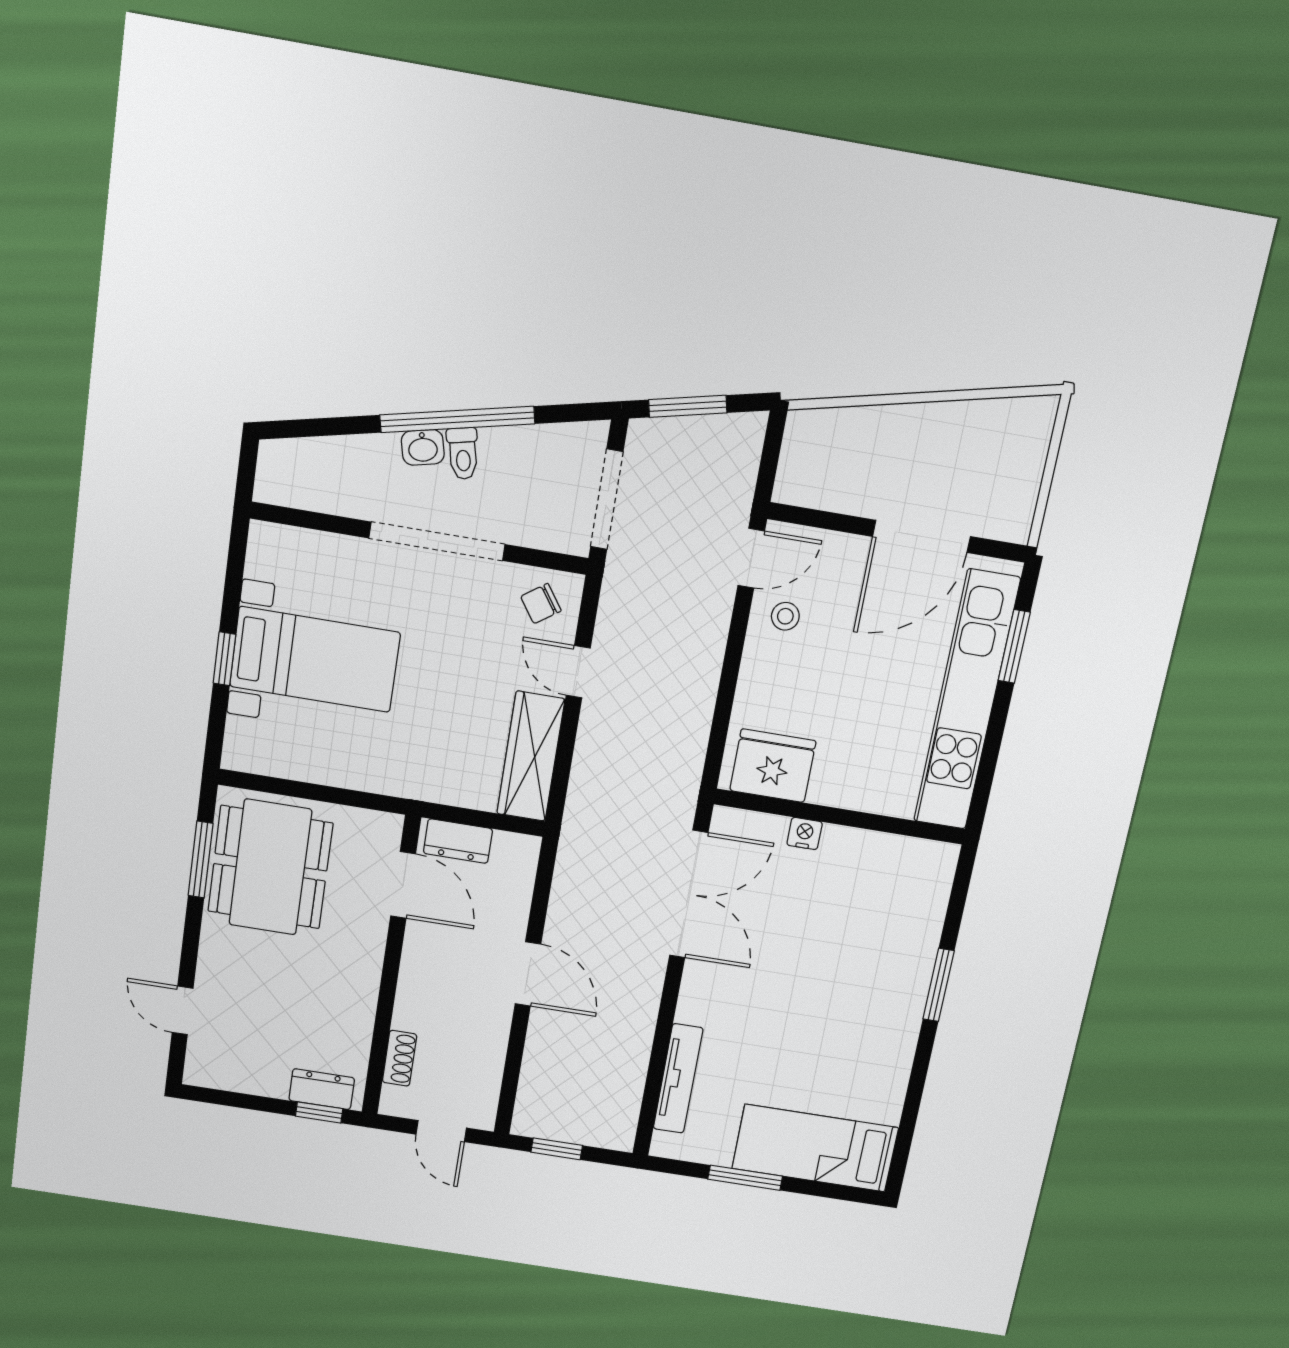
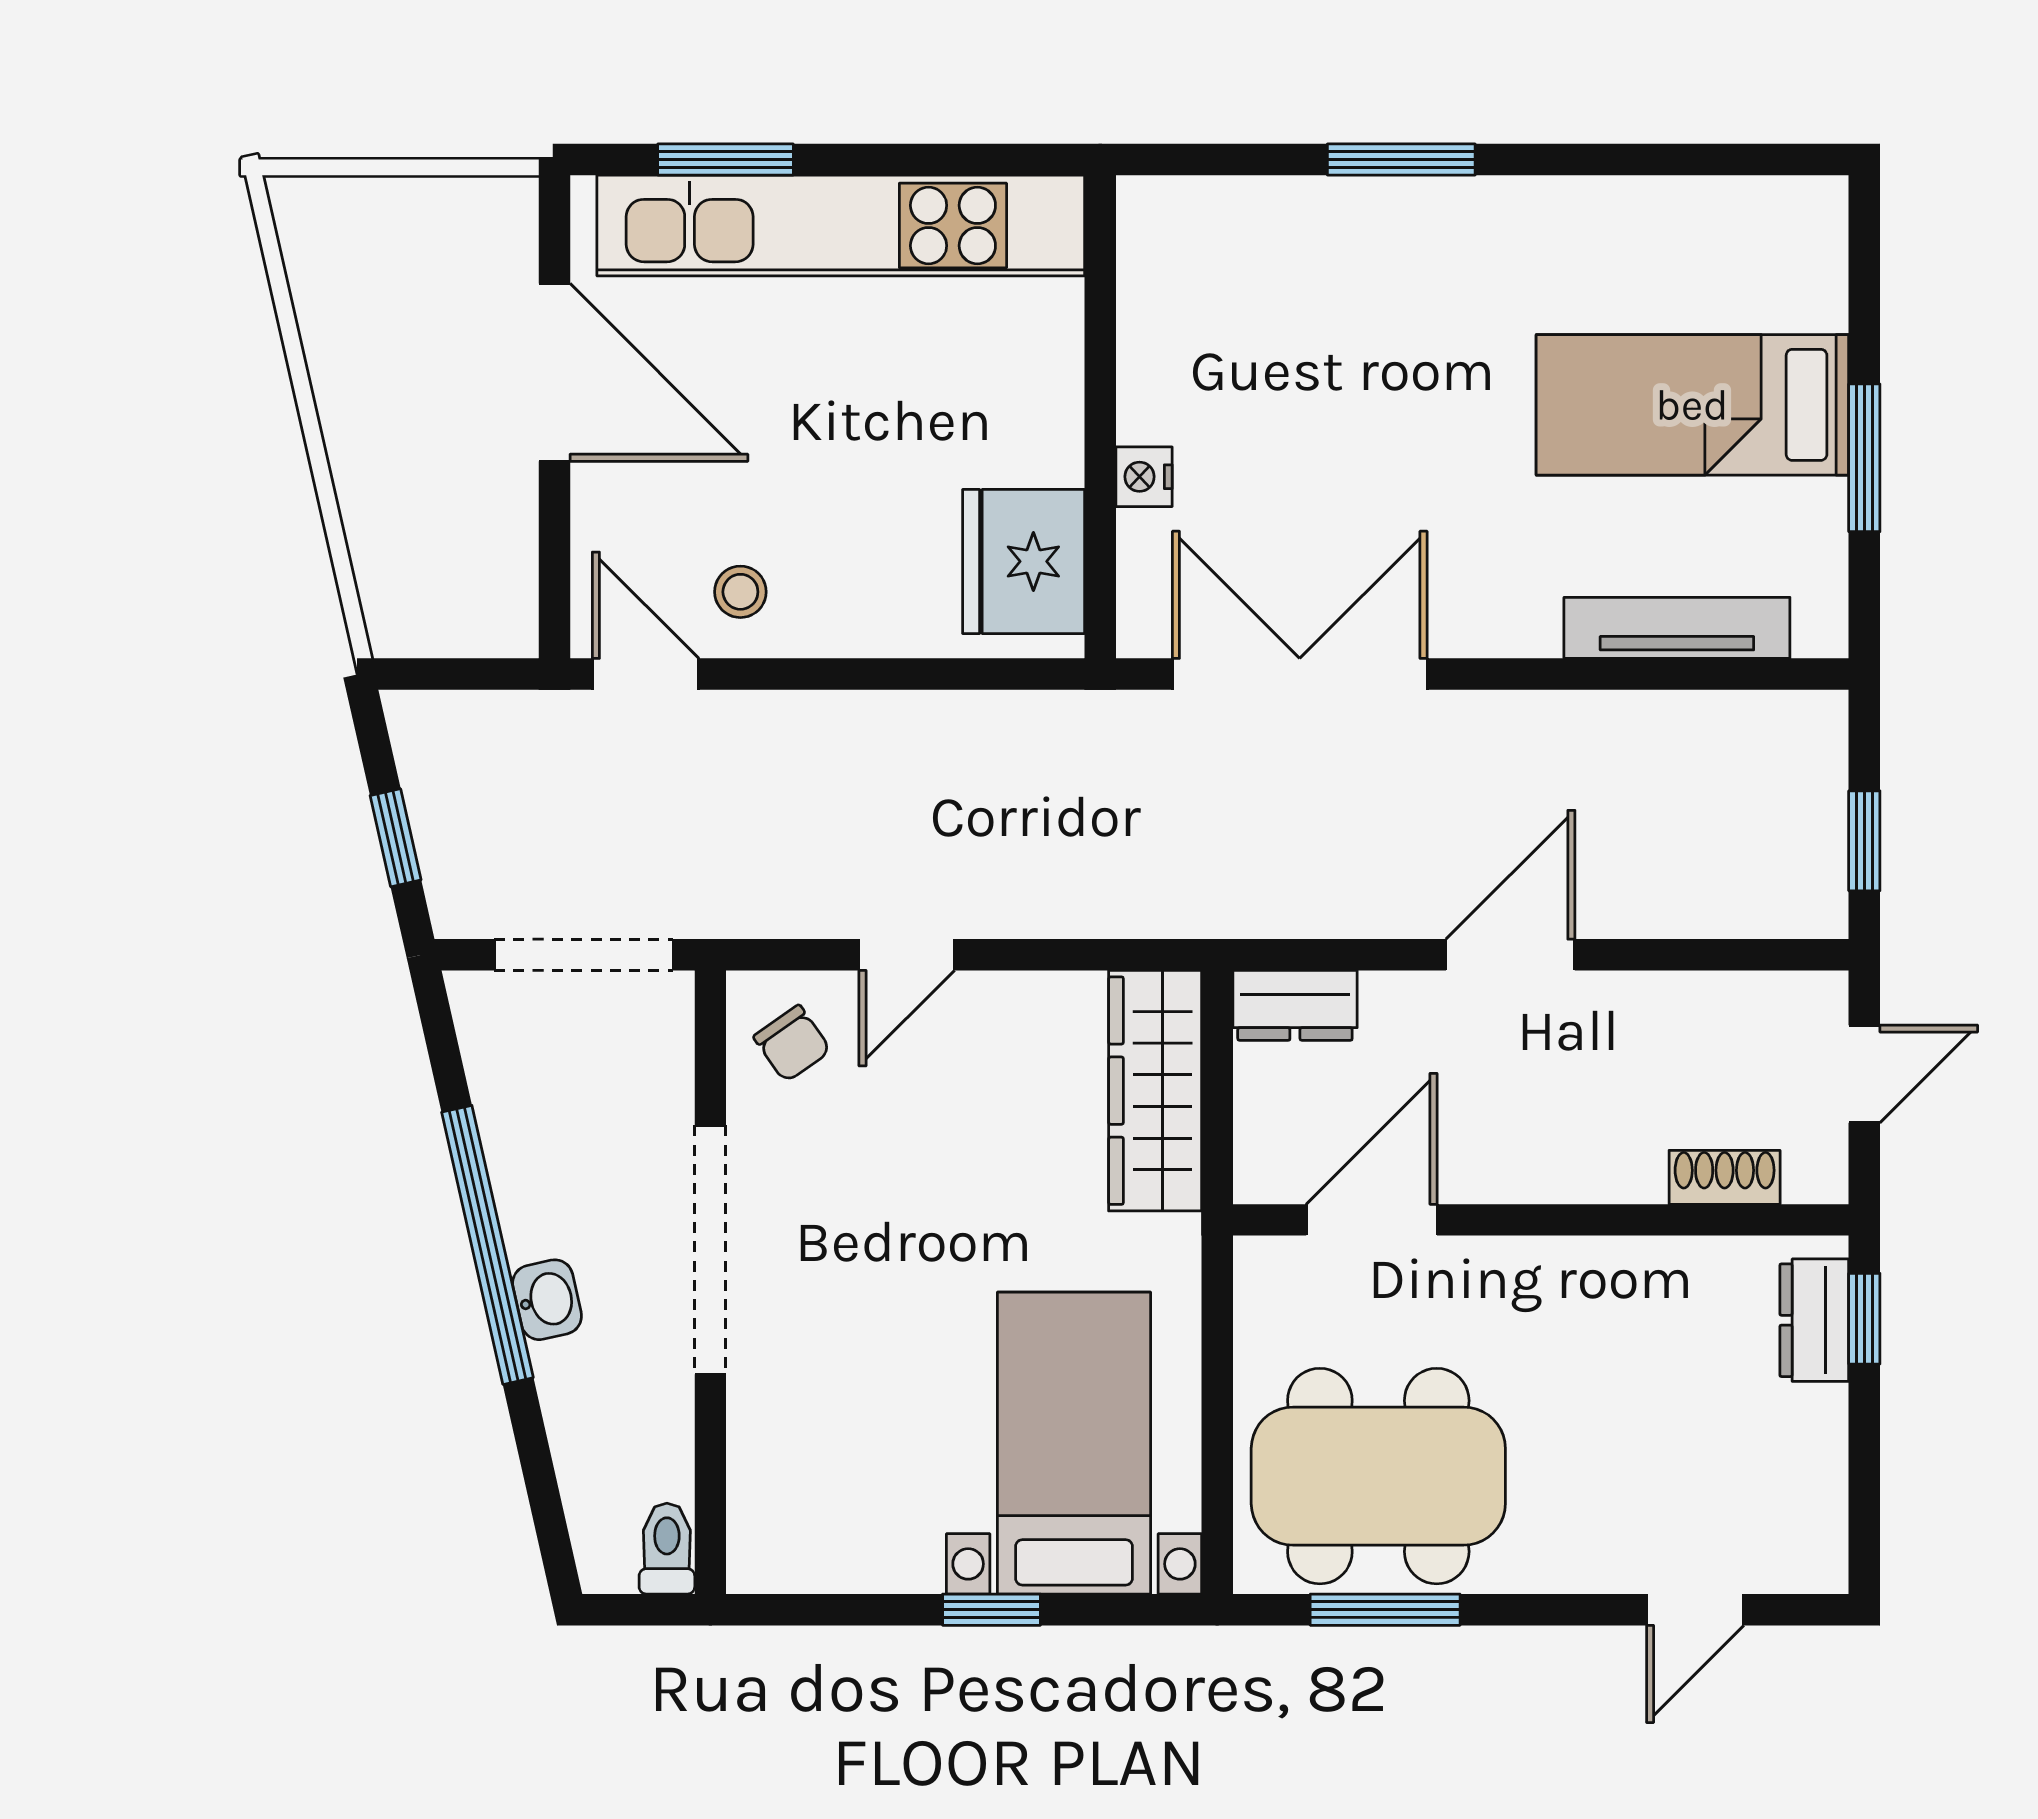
window: (688, 406) -> (396, 838), width x0.67
toilet: (463, 454) -> (667, 1549), moved, turned -77
bed with nightstands: (315, 659) -> (1074, 1443), moved
wardrobe: (531, 756) -> (1155, 1091), moved, turned 90
dresser: (458, 841) -> (1295, 1005), moved, turned 90
bed: (815, 1148) -> (1692, 405), moved, turned 90

